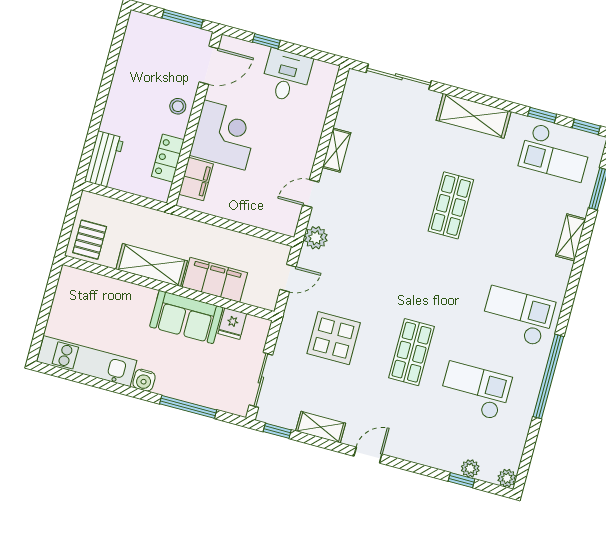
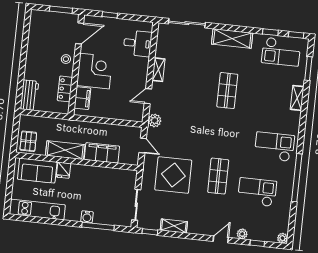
desk: (286, 76) -> (138, 43), moved, turned 90
door: (288, 278) -> (143, 145), hinge flipped
sofa: (186, 317) -> (37, 171), moved
fridge: (232, 324) -> (63, 170), moved
display table: (334, 338) -> (173, 175), width x1.36, depth x1.36
water cooler: (144, 380) -> (87, 217), moved
door: (368, 455) -> (221, 239), moved
plant: (470, 468) -> (242, 234), moved

